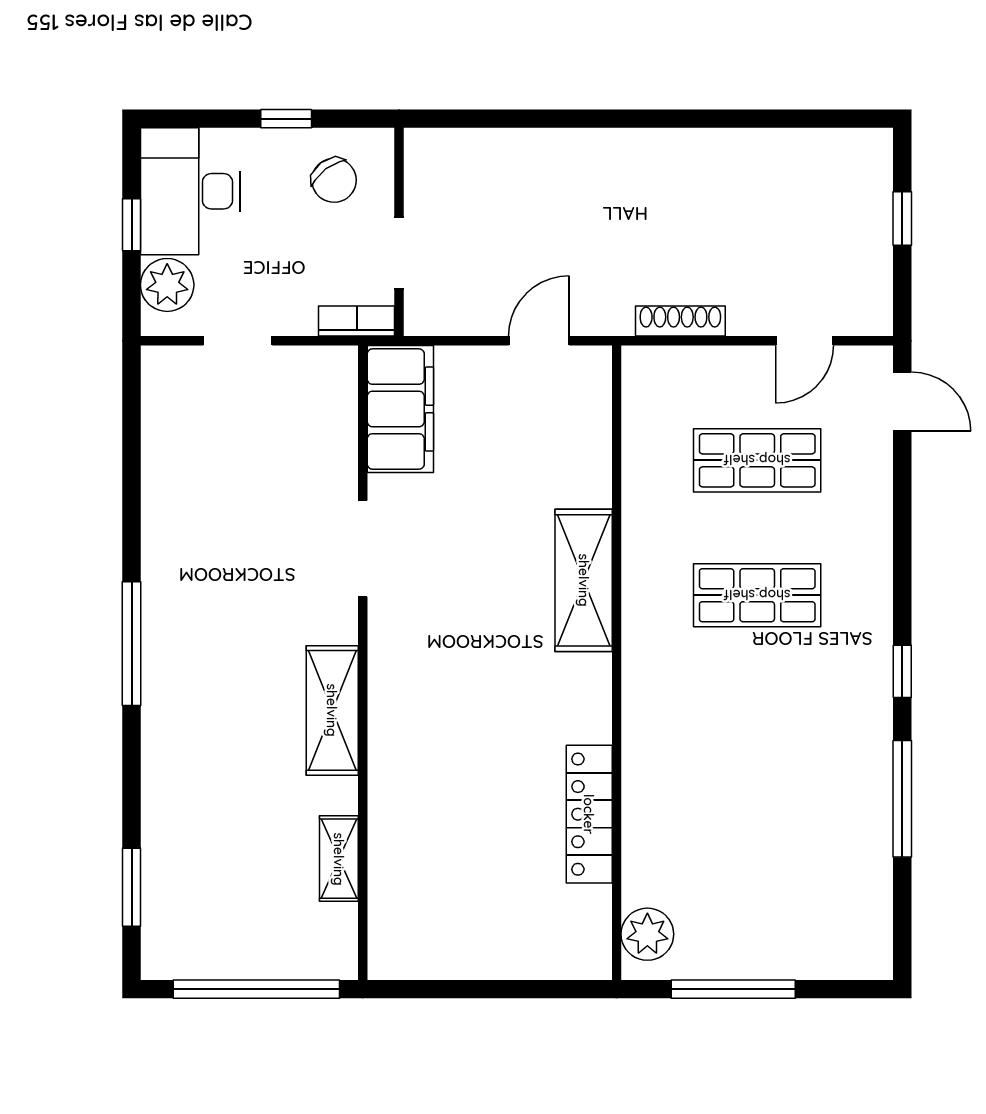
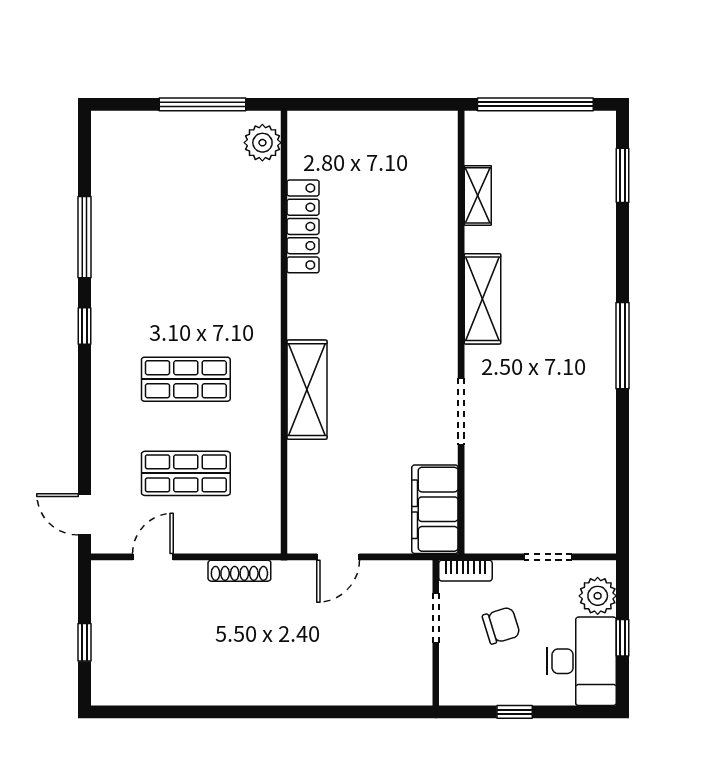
chair: (334, 180) -> (501, 625), moved, turned 110

